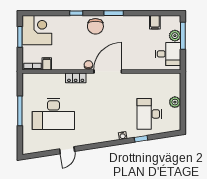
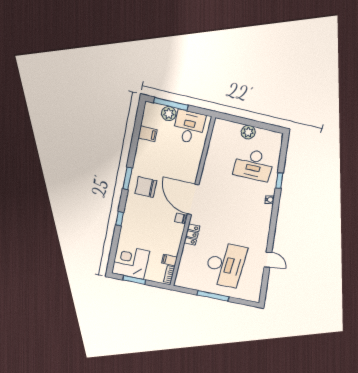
chair: (95, 26) -> (146, 187), moved, turned 180

